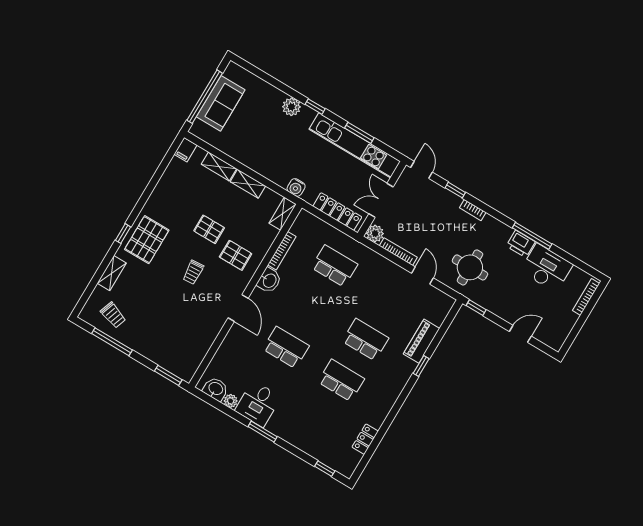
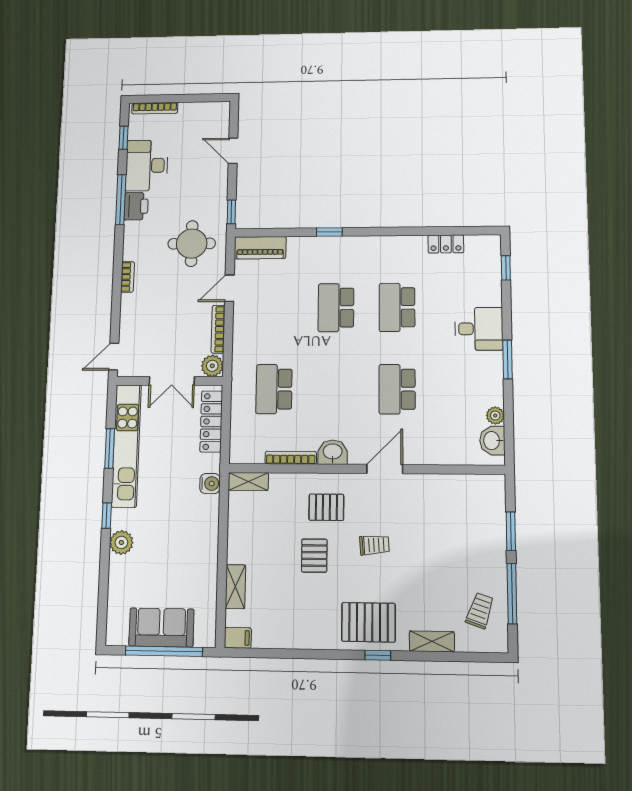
shelving: (248, 184) -> (237, 541), removed
window: (455, 190) -> (124, 138), moved
pallet: (236, 255) -> (326, 507), turned 90
piano: (421, 341) -> (260, 248), moved
window: (168, 375) -> (511, 531), moved
desk: (258, 404) -> (479, 329), moved

